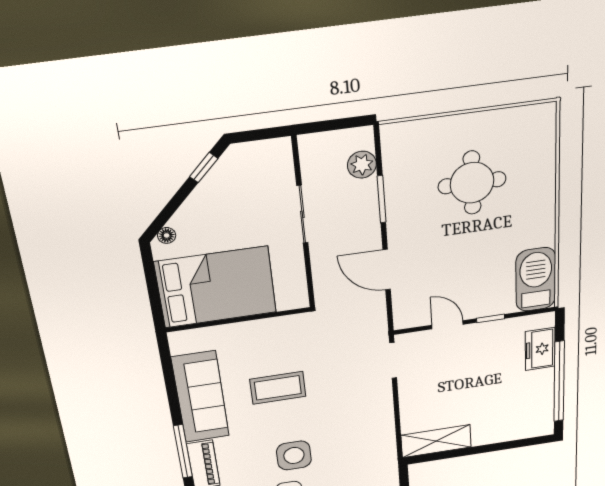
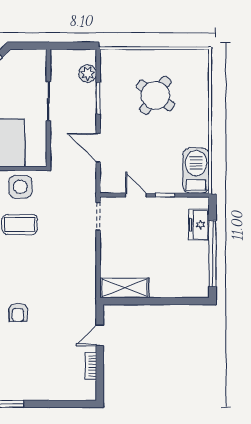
round table: (472, 183) -> (155, 95), turned 36
side table: (294, 455) -> (20, 187), moved

